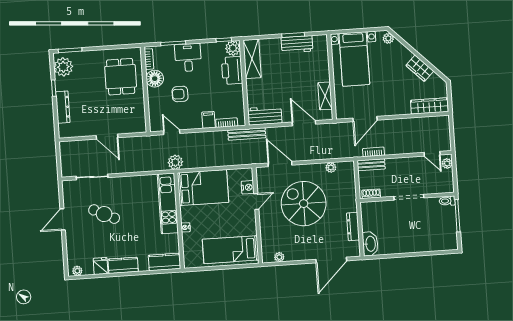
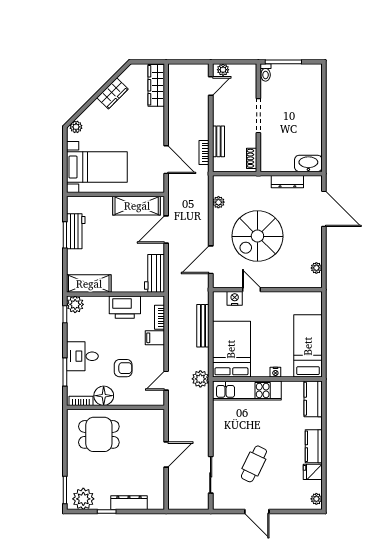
printer: (232, 70) -> (125, 307), moved
armchair: (180, 94) -> (123, 368), turned -90
shelving: (325, 96) -> (137, 206), width x1.50, depth x1.33
bench: (247, 134) -> (203, 326), moved
bench: (371, 165) -> (218, 141), moved
bed: (231, 250) -> (308, 346), moved, turned 180

